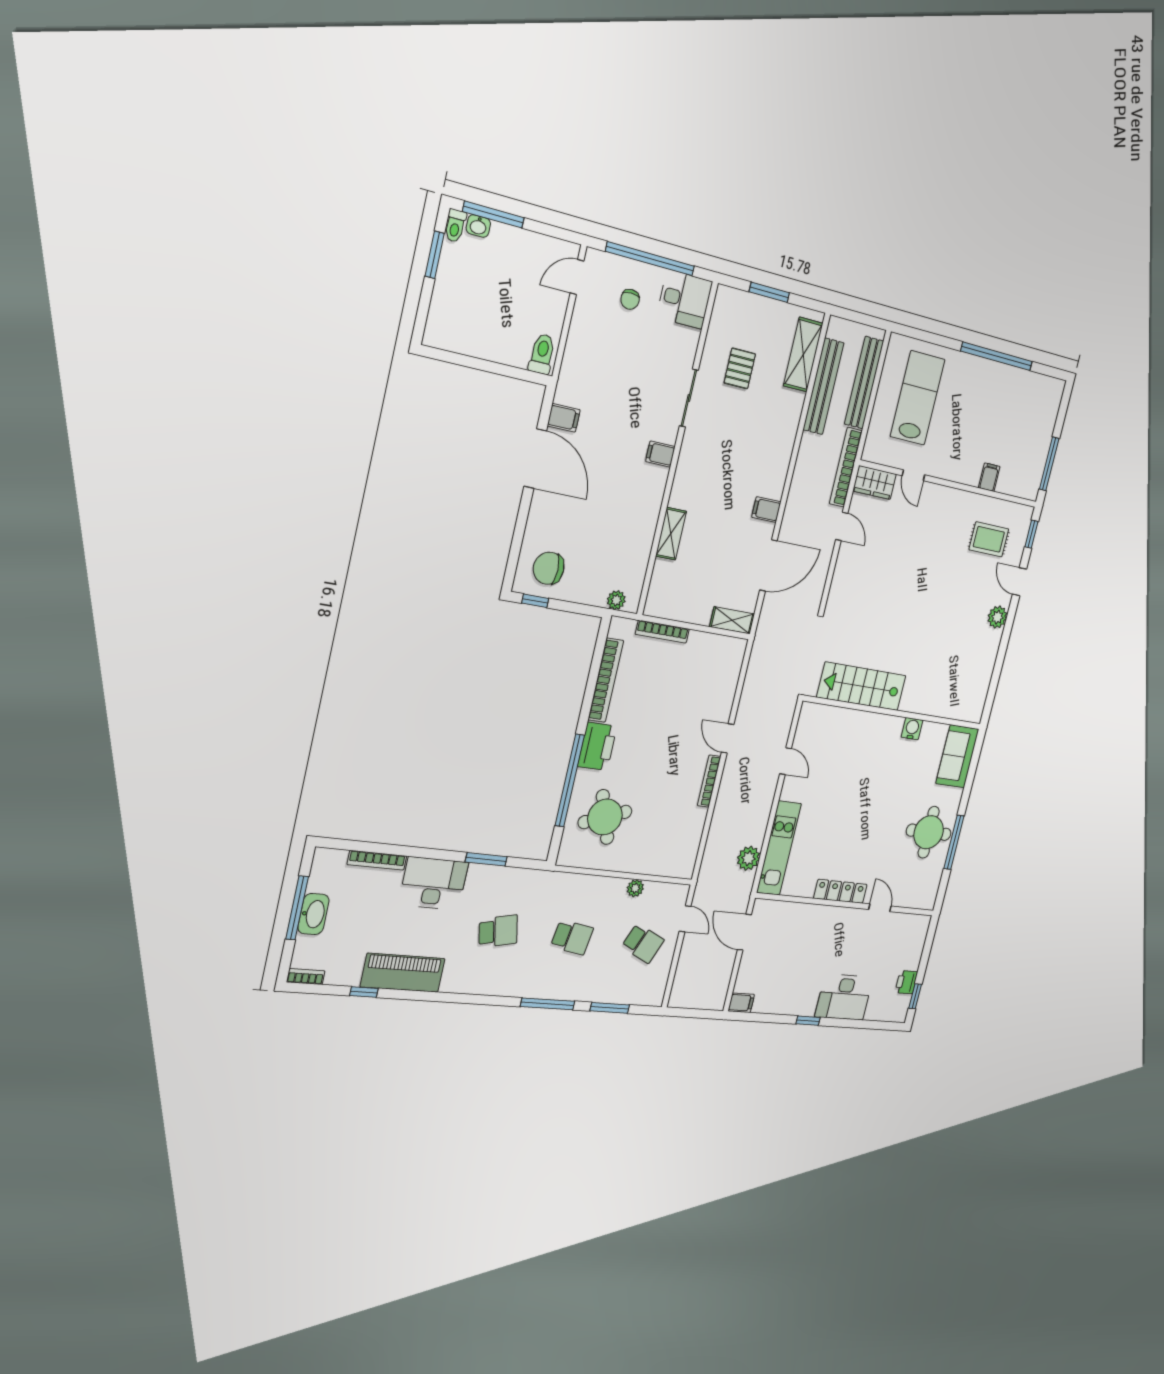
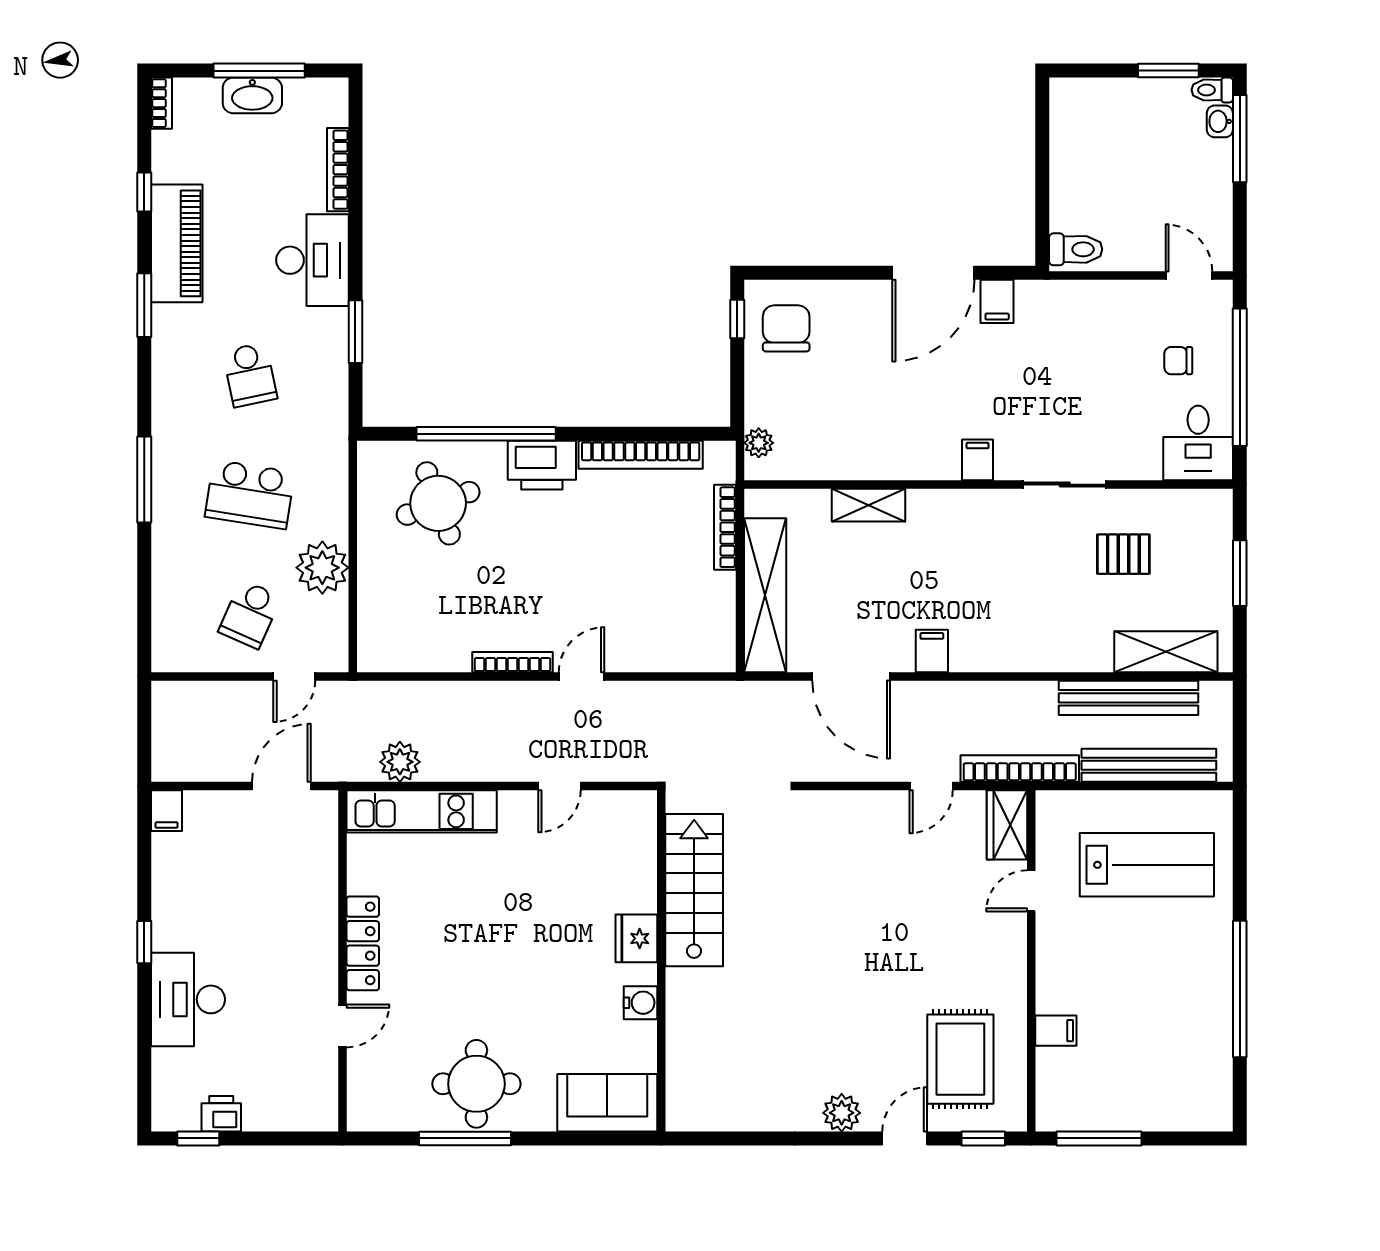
rug: (989, 539) -> (960, 1059), width x1.36, depth x1.43
shelving: (732, 620) -> (765, 595), width x2.20, depth x1.33
fridge: (878, 726) -> (636, 938), added
plant: (635, 888) -> (322, 568), width x1.88, depth x1.88
school desk: (572, 937) -> (250, 495), width x1.85
window: (610, 1008) -> (144, 305), moved

